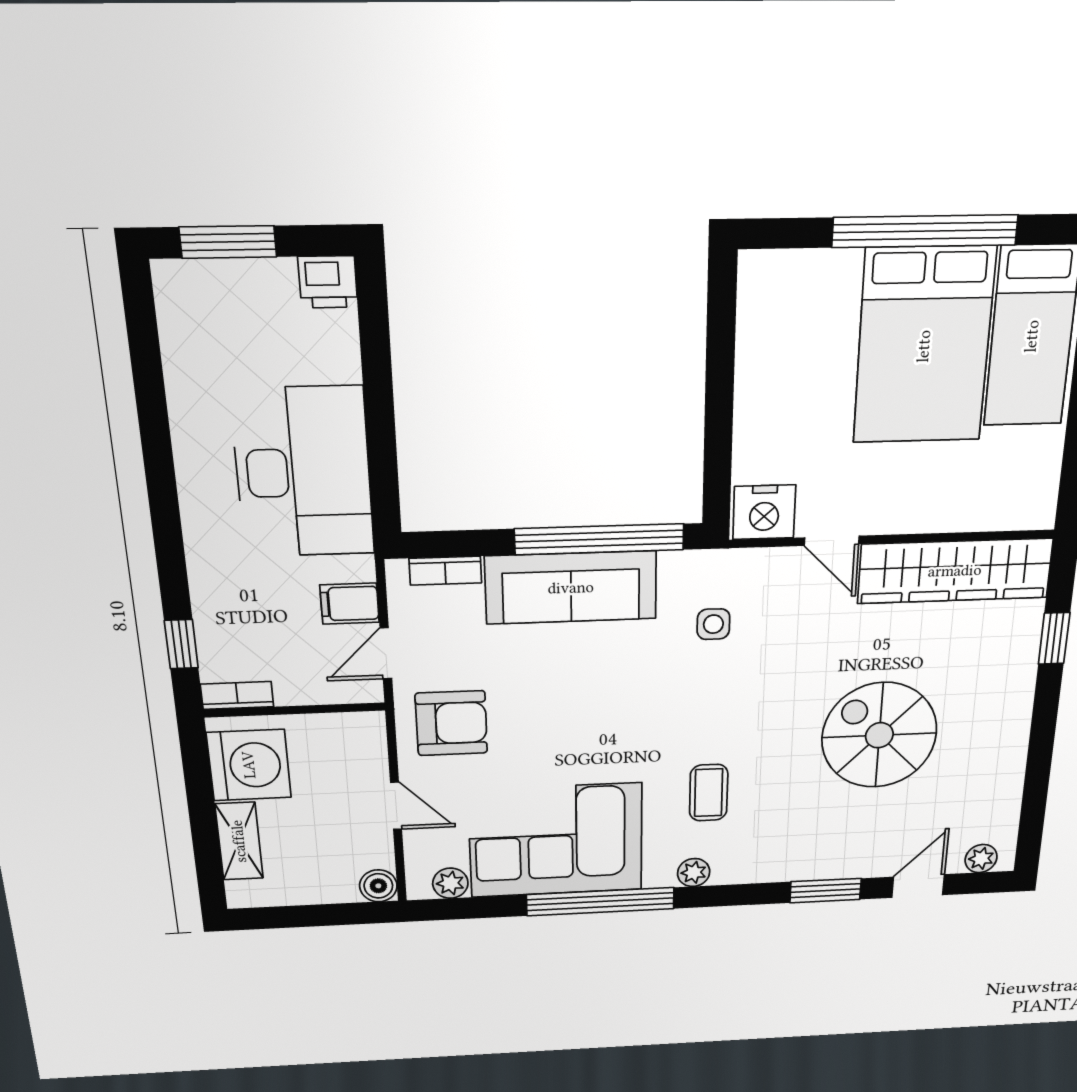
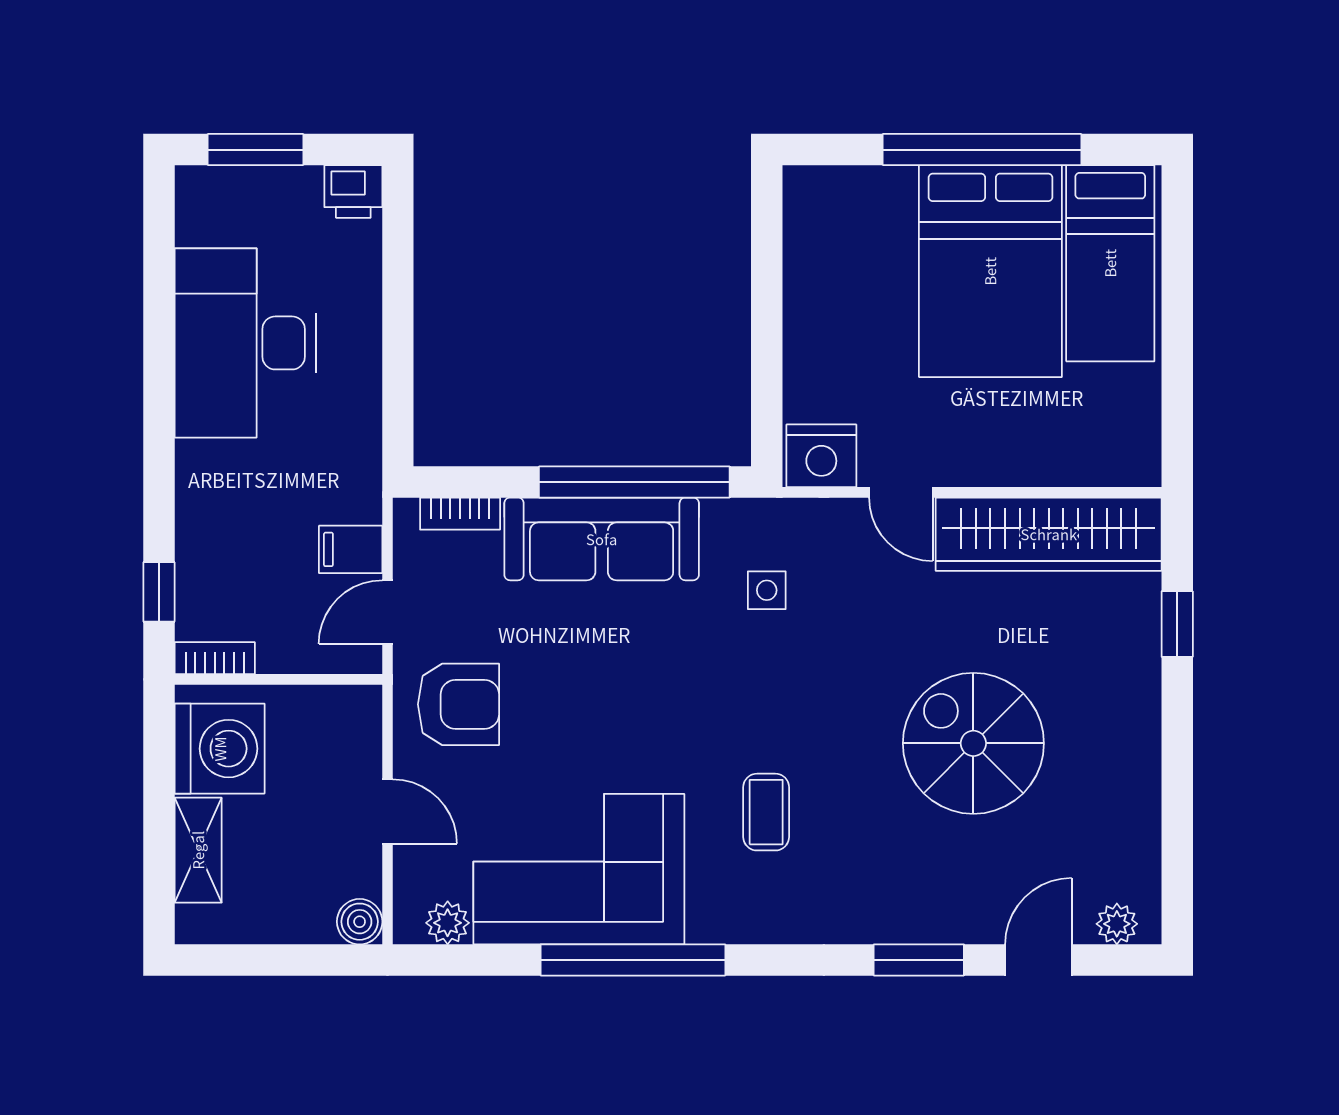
desk: (303, 472) -> (245, 343), moved, turned 180
plant: (694, 873) -> (750, 924), removed

